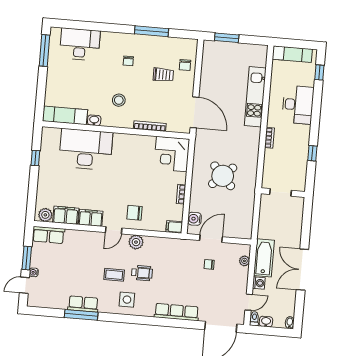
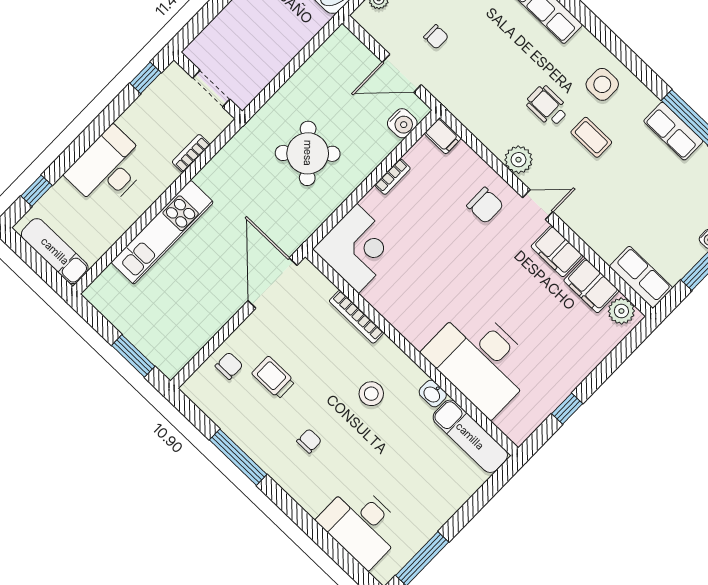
doorway: (281, 192) -> (211, 89), moved
wall: (283, 193) -> (208, 86), moved

